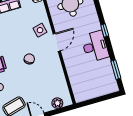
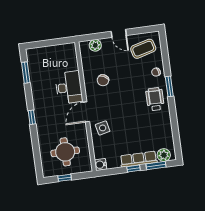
desk: (95, 46) -> (69, 87), moved, turned 180
chair: (29, 59) -> (103, 80), moved

